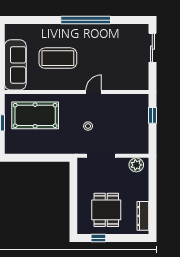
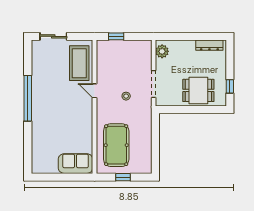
coffee table: (58, 58) -> (79, 63), moved
sofa: (15, 65) -> (76, 164), width x0.73
dining table: (106, 210) -> (198, 90), moved

